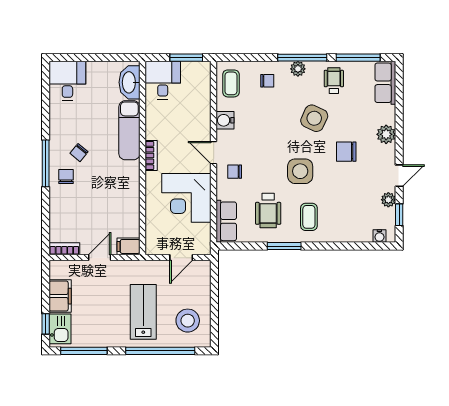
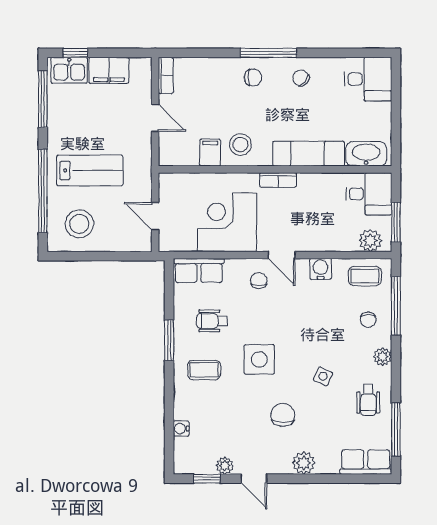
window: (302, 58) -> (396, 306), moved
plant: (201, 79) -> (370, 241), added
wheelchair: (334, 81) -> (368, 400), turned 90
side table: (314, 118) -> (323, 376), width x0.54, depth x0.54
chair: (79, 153) -> (301, 78), moved
door: (214, 153) -> (282, 255), swing flipped
stool: (122, 187) -> (240, 145), added
wheelchair: (268, 211) -> (212, 321), width x0.73, depth x0.73
water cooler: (379, 236) -> (181, 429), moved
filing cabinet: (128, 246) -> (210, 153), moved

